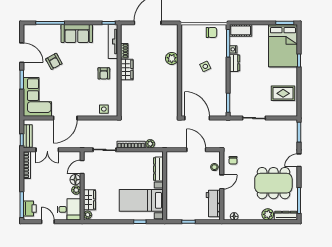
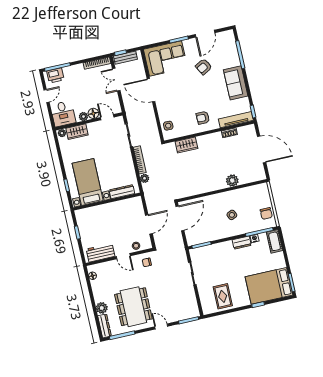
wardrobe: (127, 69) -> (186, 145), moved

